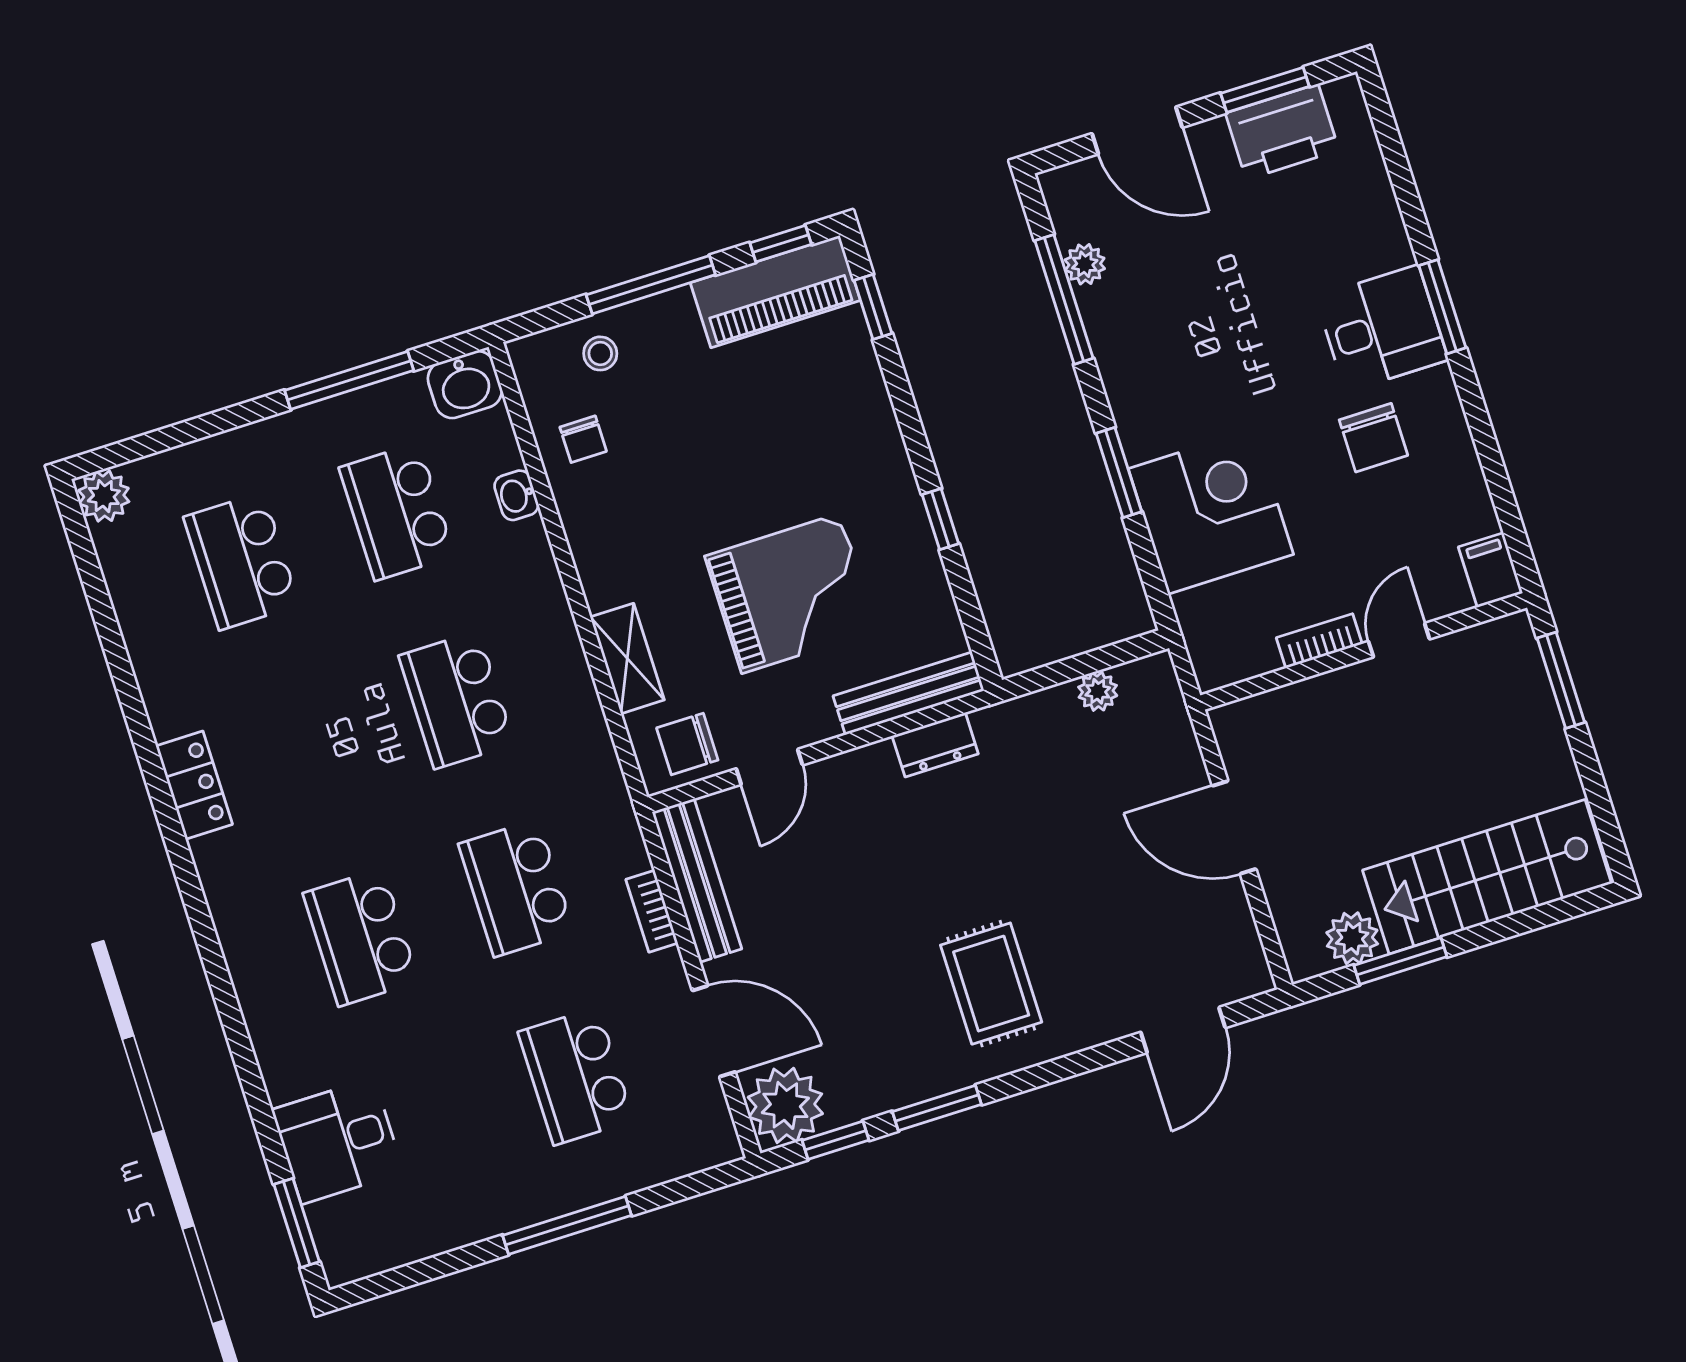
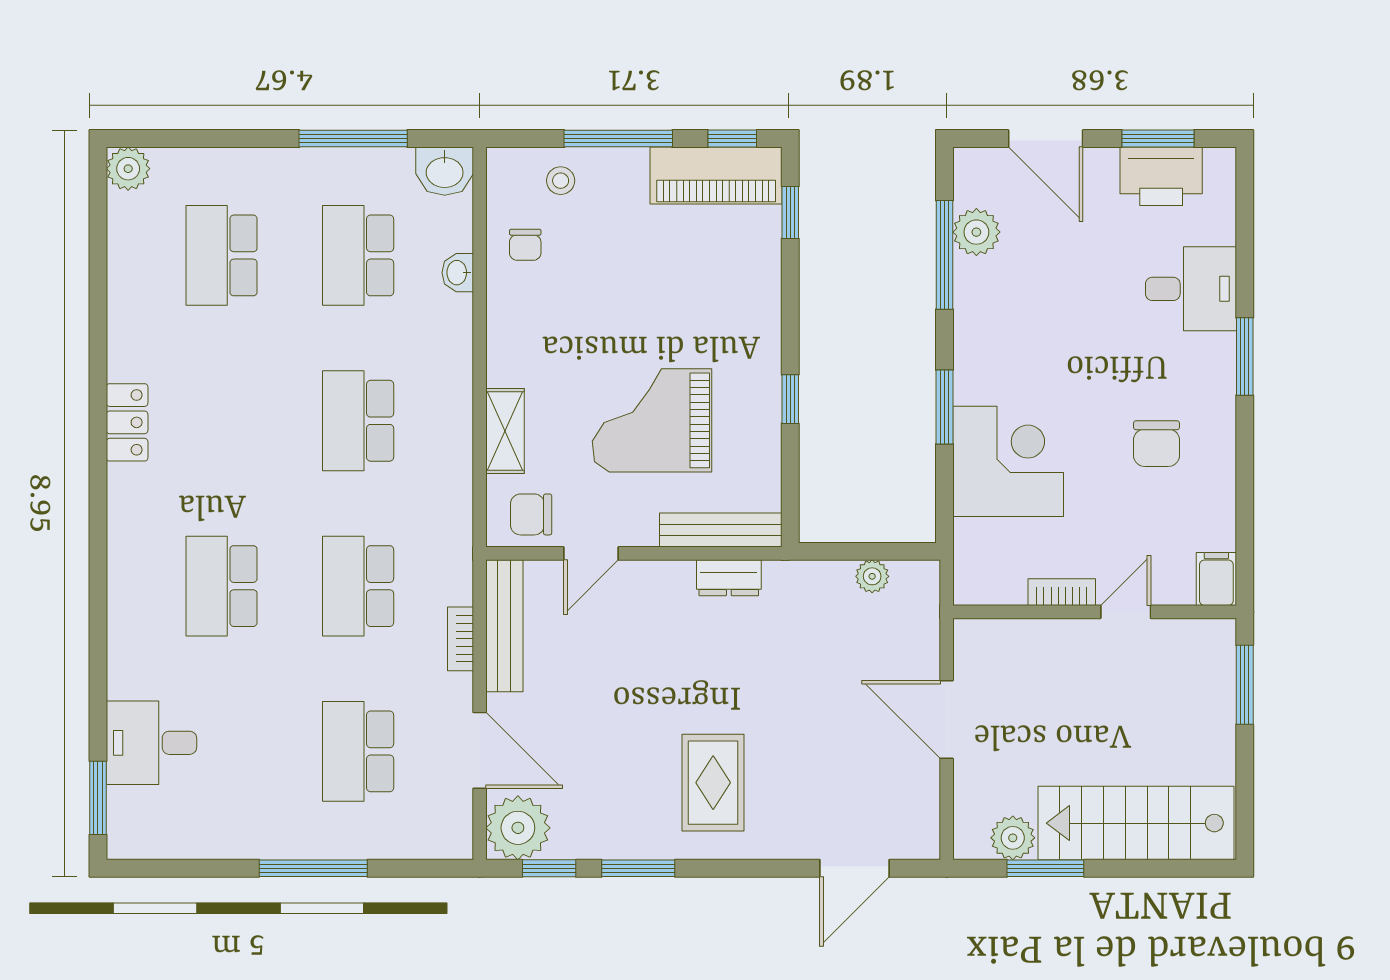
plant: (1085, 264) -> (976, 232), width x1.38, depth x1.38
desk: (1382, 328) -> (1191, 289), moved
grand piano: (791, 593) -> (652, 420), turned 180

